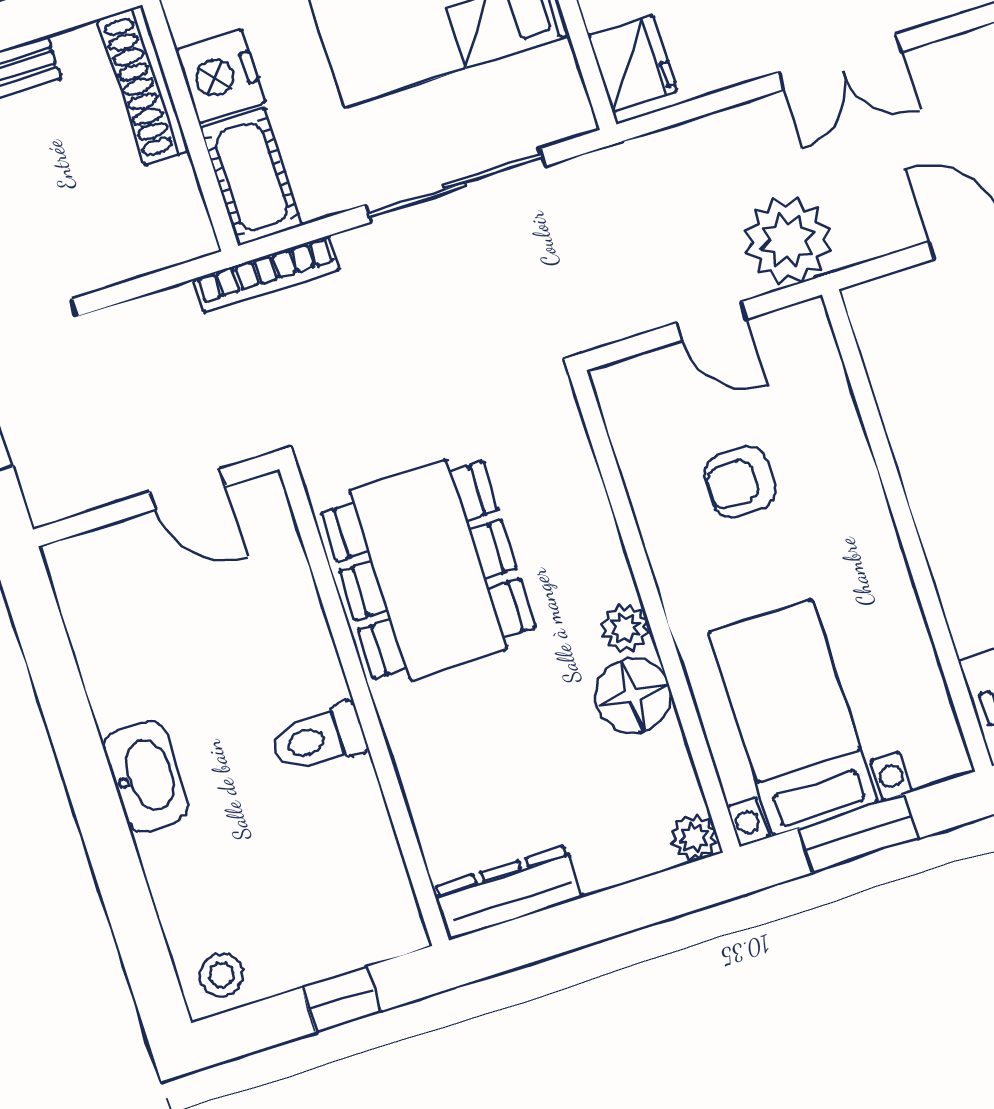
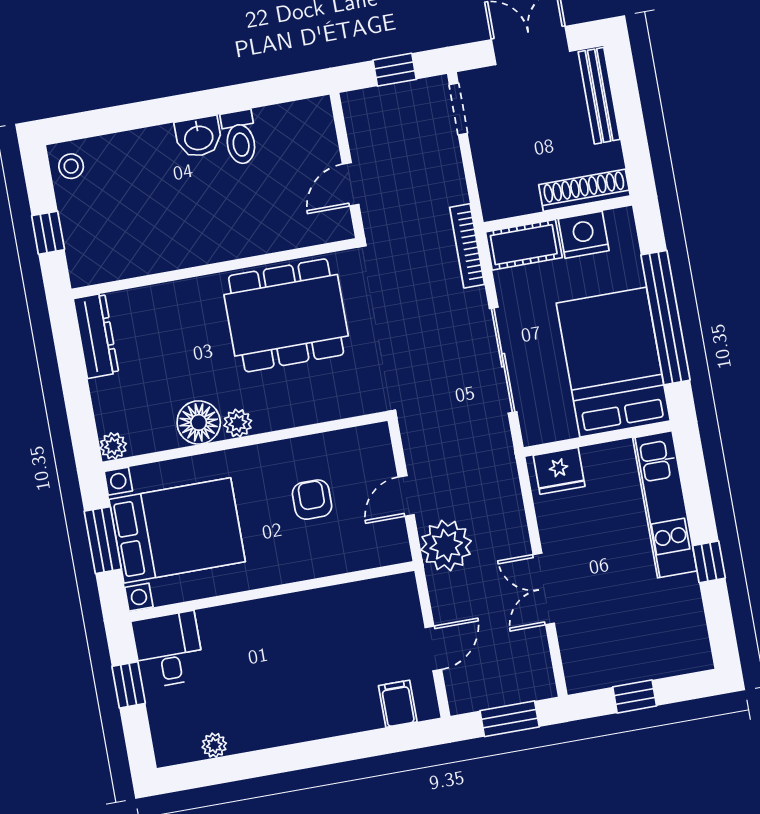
bed with nightstands: (793, 717) -> (177, 530), width x1.36
toilet: (318, 739) -> (240, 137), moved, turned 180
washbasin: (146, 776) -> (199, 137), width x0.72

